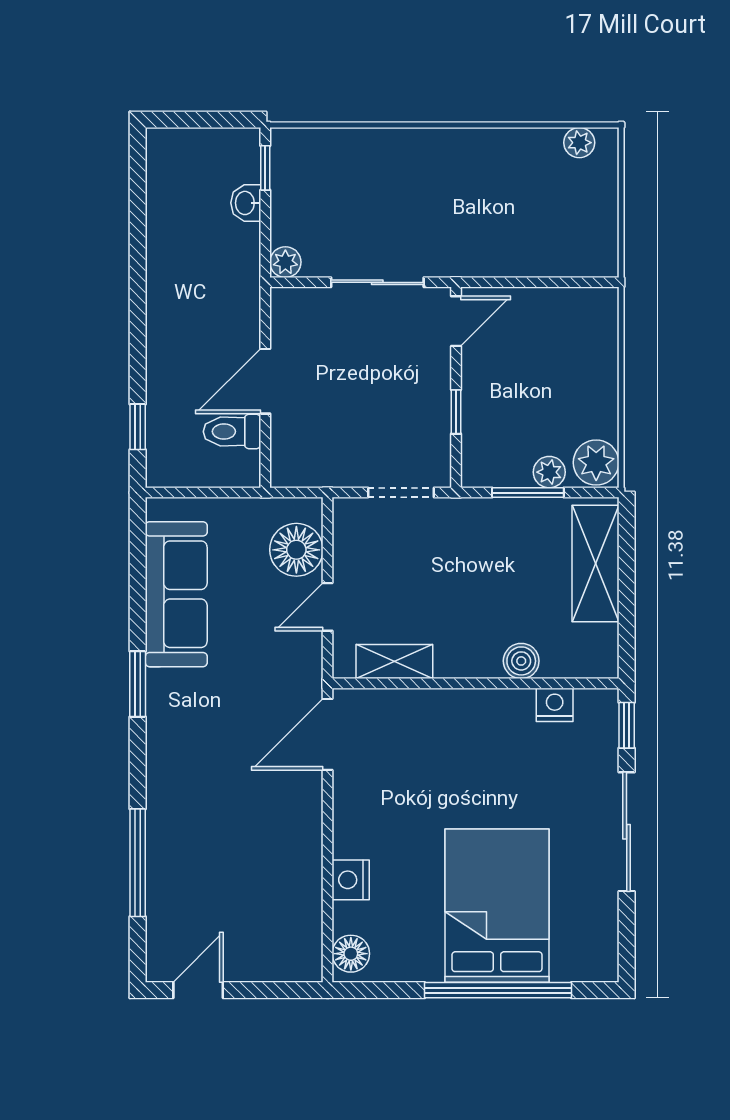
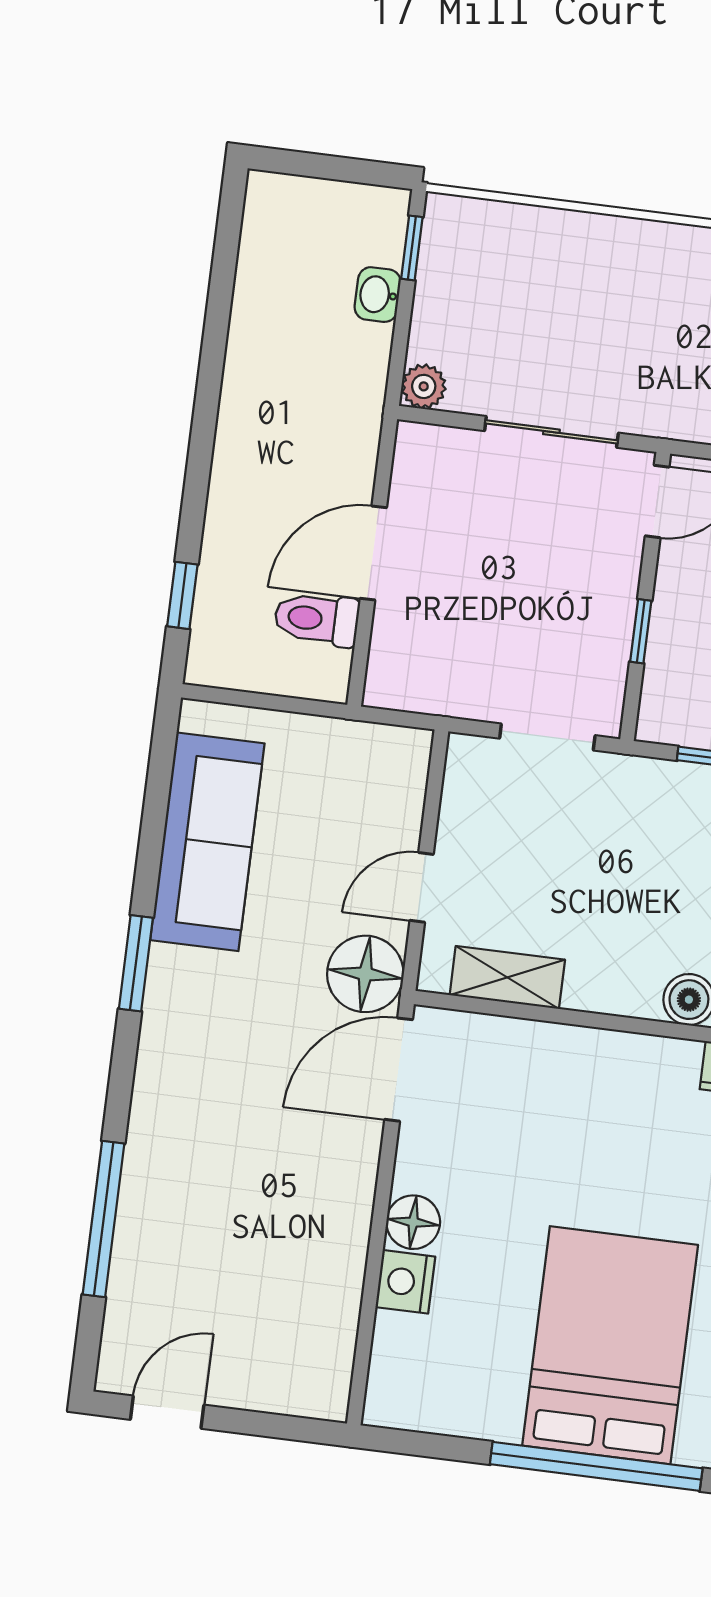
floor lamp: (296, 550) -> (365, 974), moved
floor lamp: (351, 954) -> (413, 1222), moved

